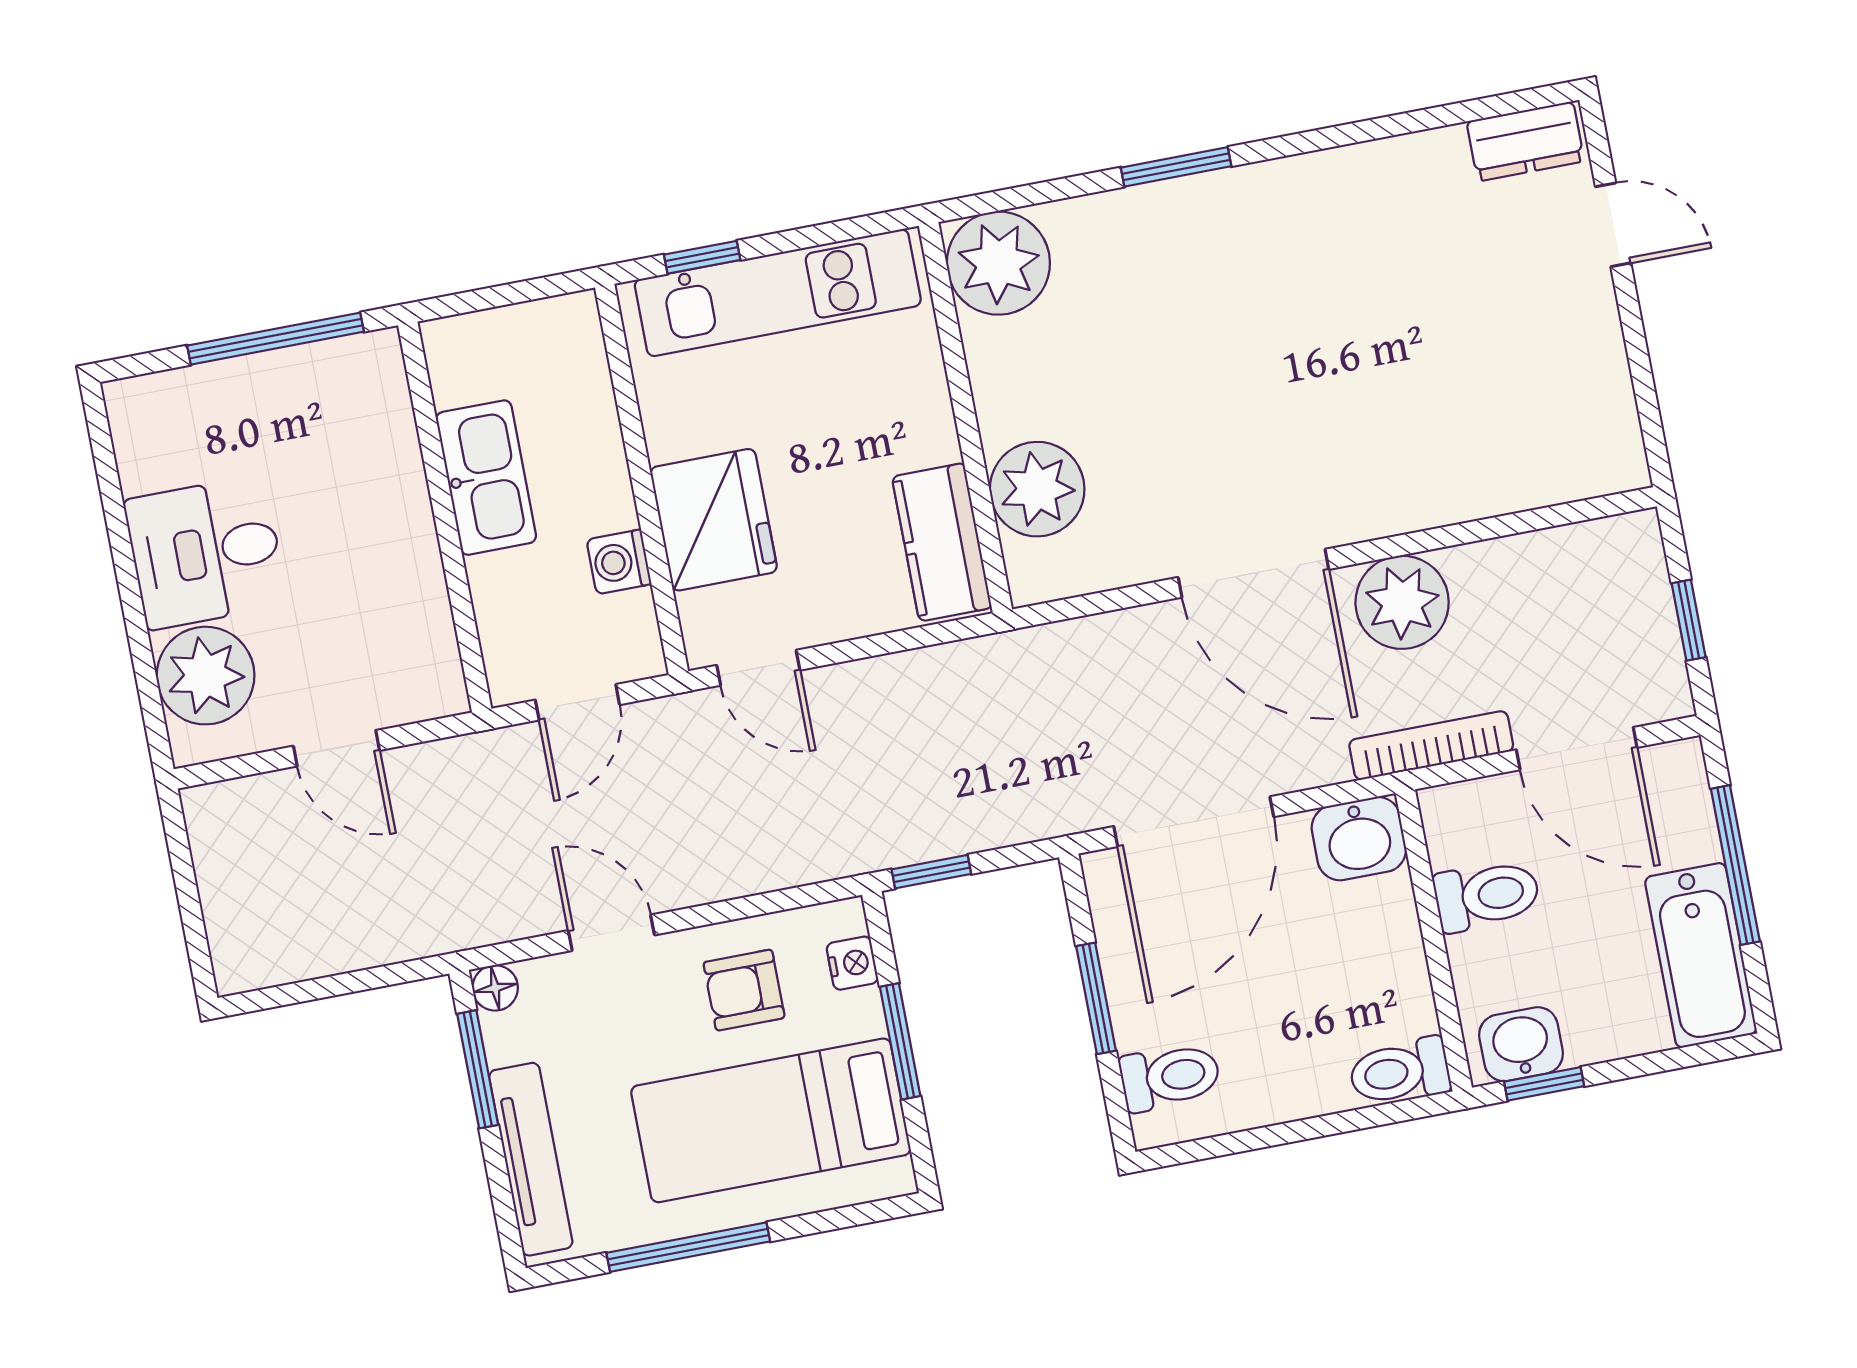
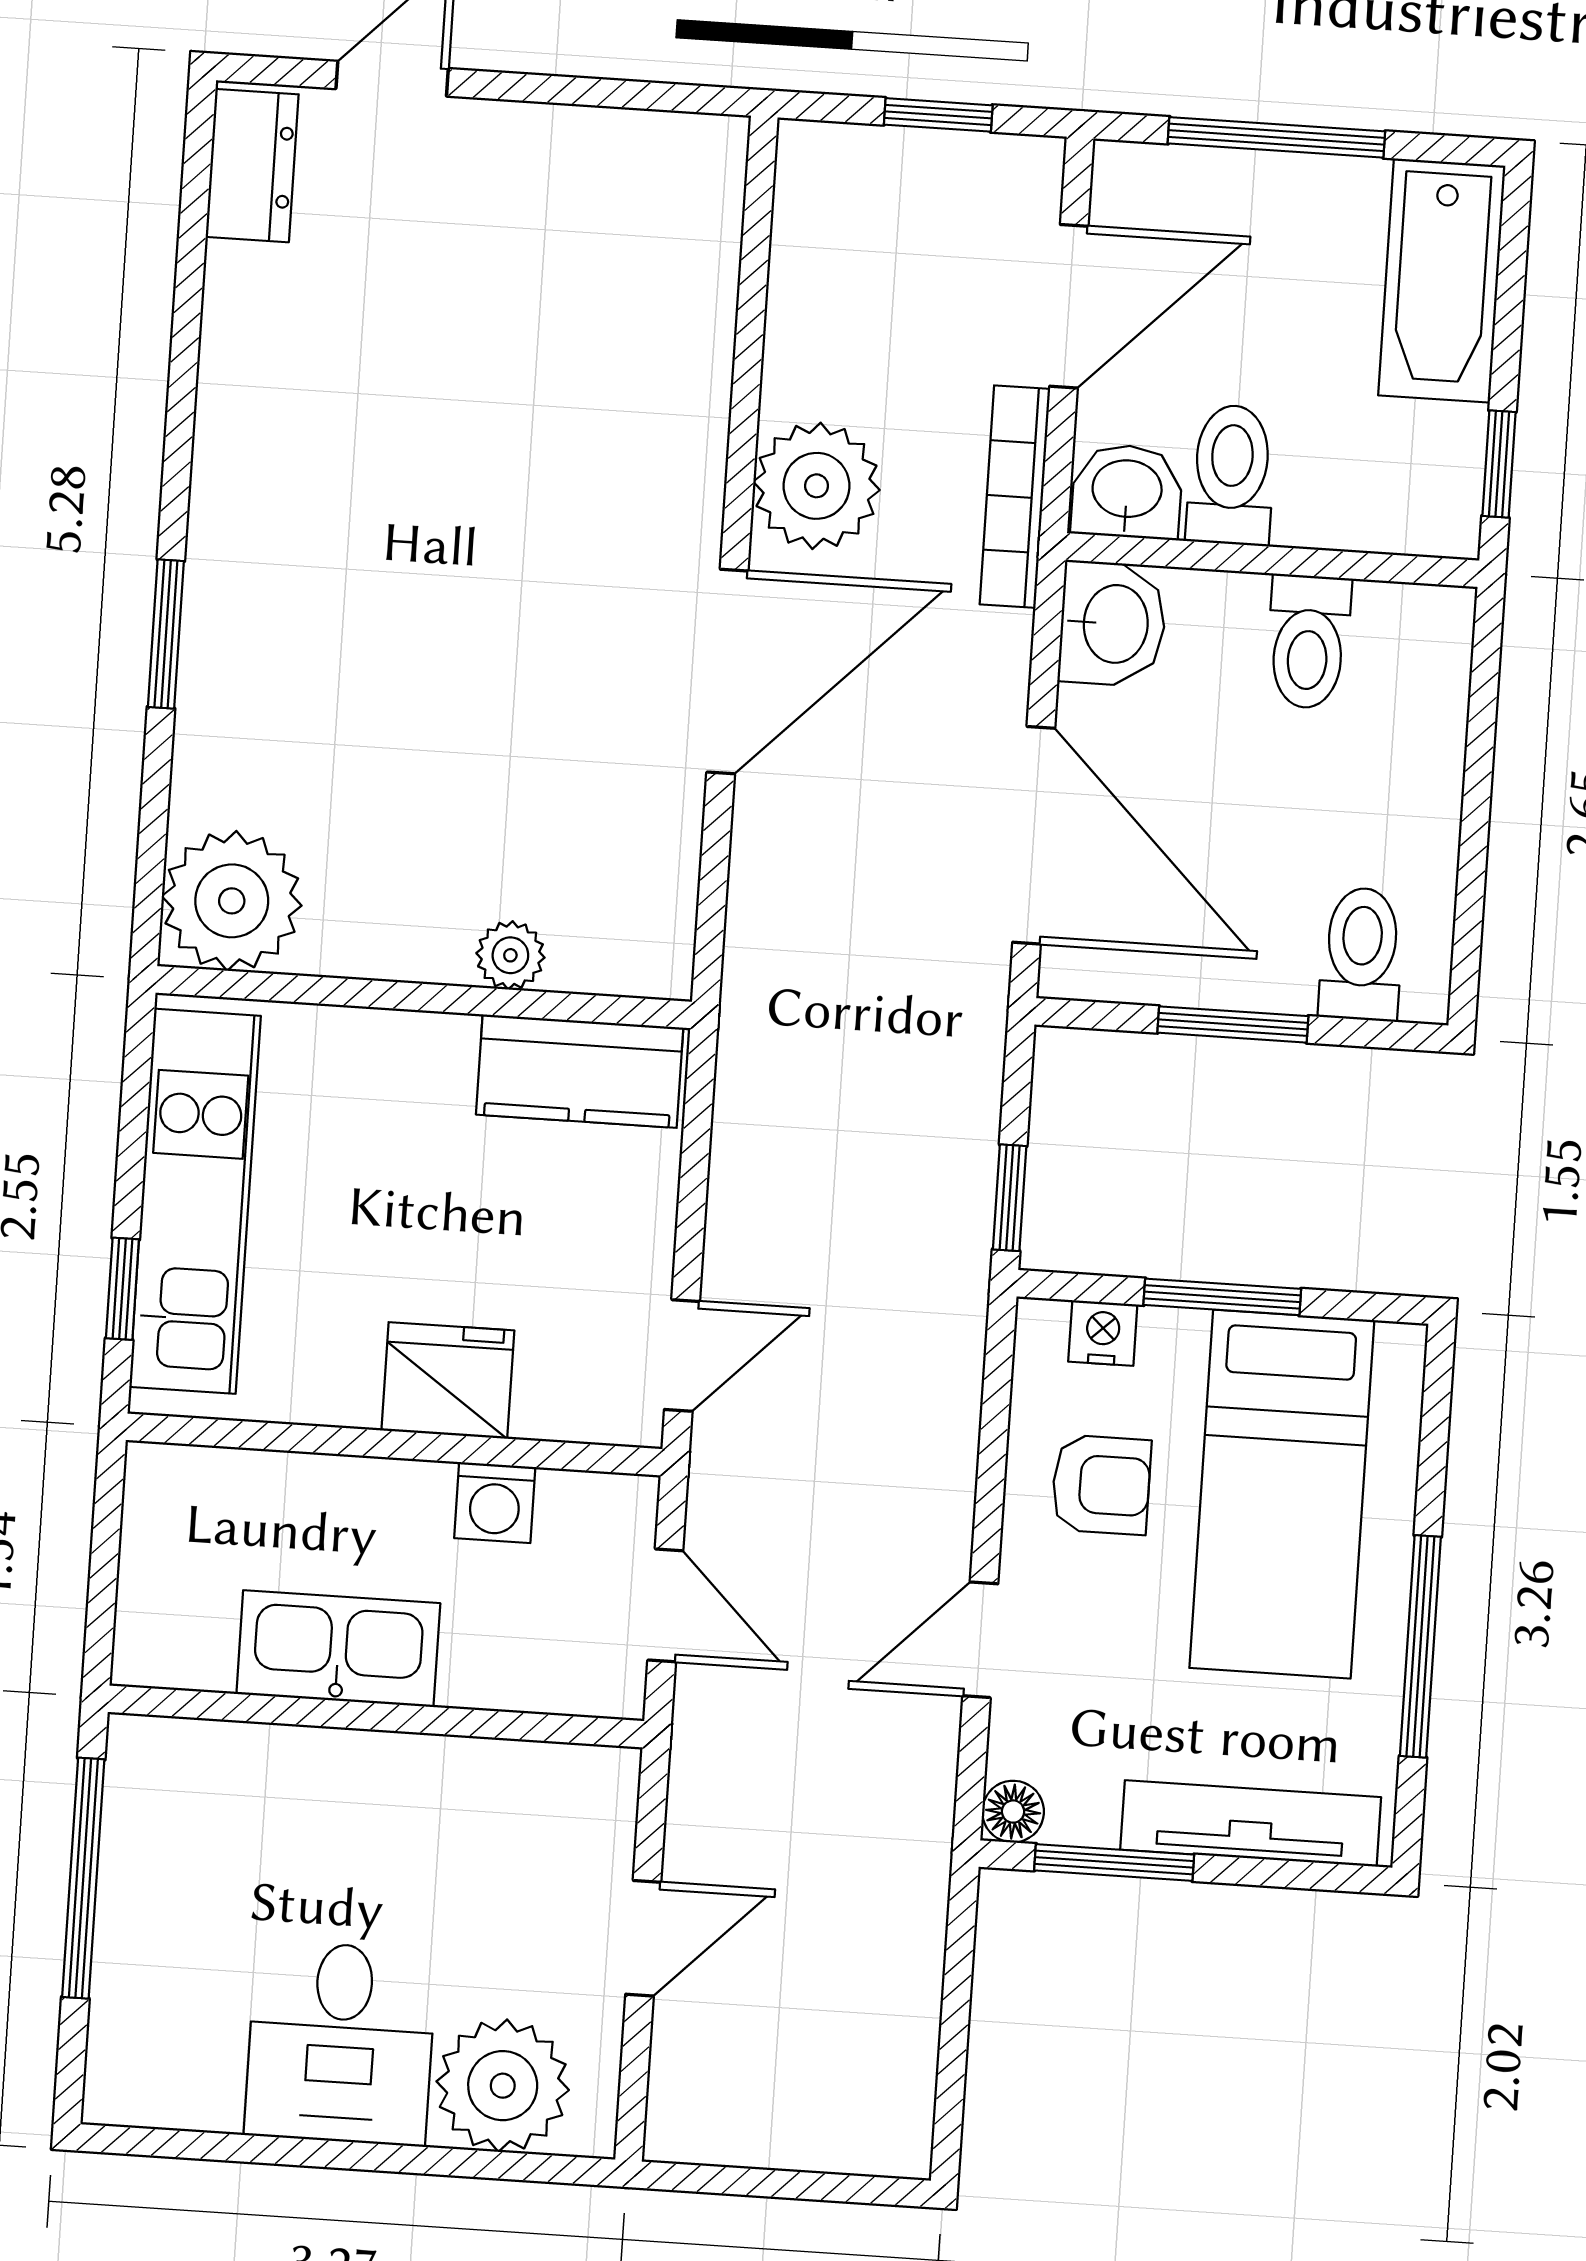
plant: (1037, 489) -> (510, 955), width x0.53, depth x0.53
fridge: (714, 520) -> (448, 1380), width x0.73, depth x0.75
bathtub: (1701, 955) -> (1442, 281), moved, turned 90
armchair: (744, 990) -> (1101, 1485), turned -90
washbasin: (1521, 1044) -> (1127, 491), moved, turned 90
toilet: (1400, 1072) -> (1308, 642), moved

